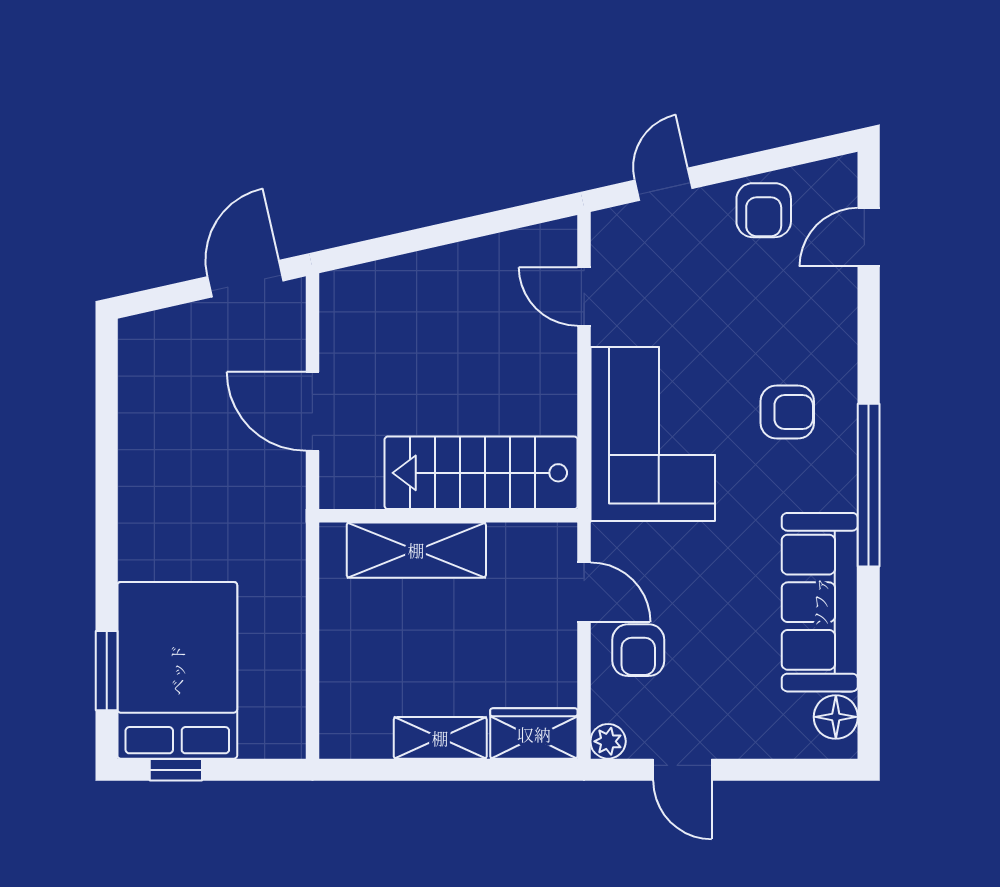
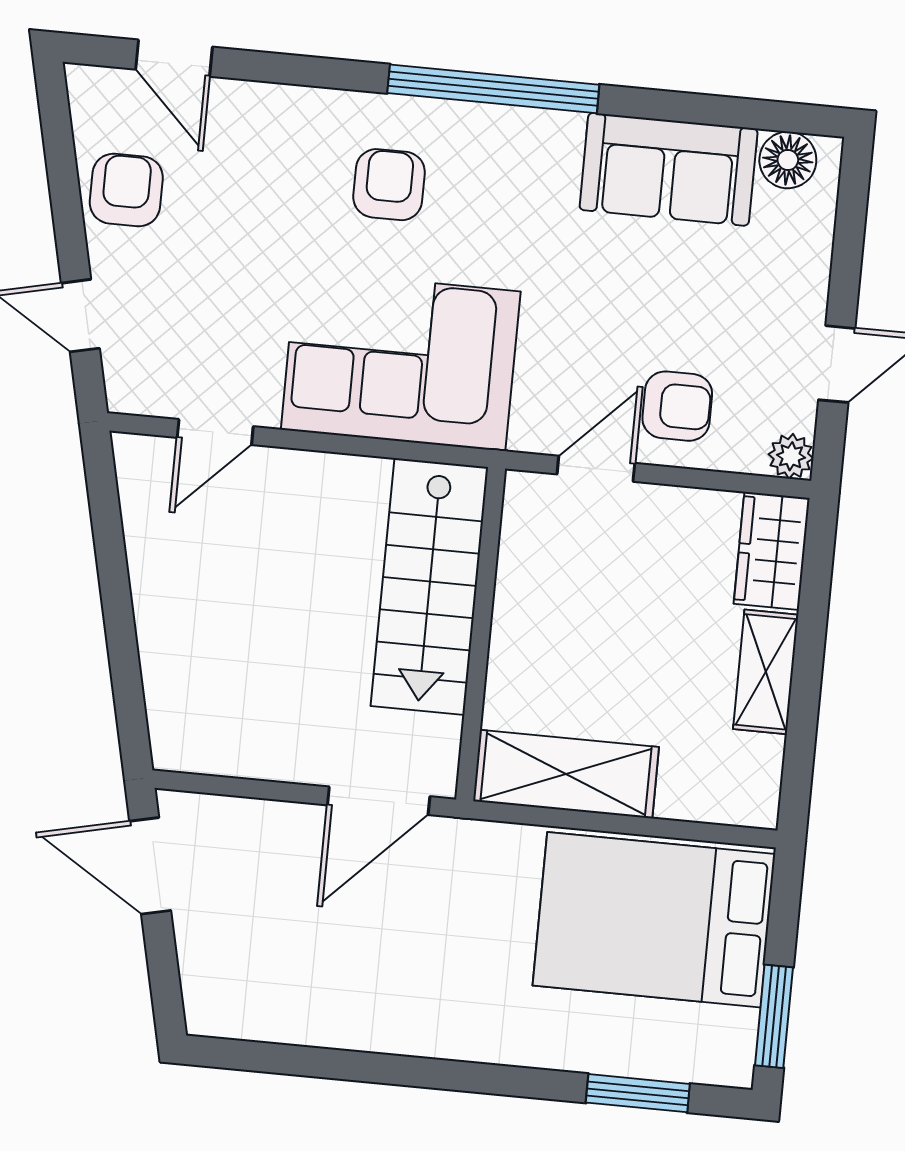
armchair: (764, 210) -> (126, 190), turned -90
door: (312, 411) -> (379, 801), moved
shelving: (416, 550) -> (566, 774), moved, turned 90
sofa: (820, 602) -> (669, 169), width x0.73
bed: (177, 670) -> (654, 920), moved
window: (176, 770) -> (774, 1016), width x1.50

